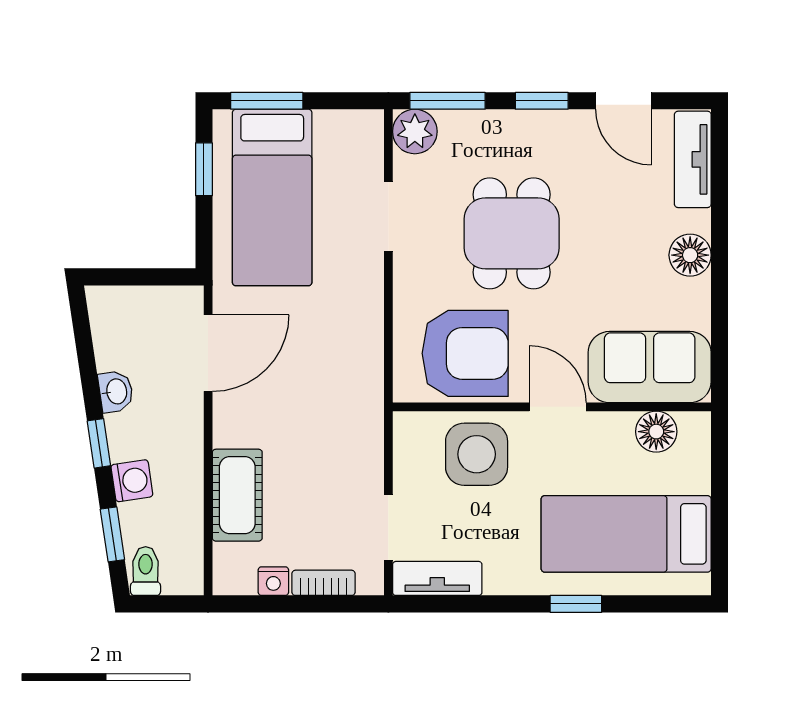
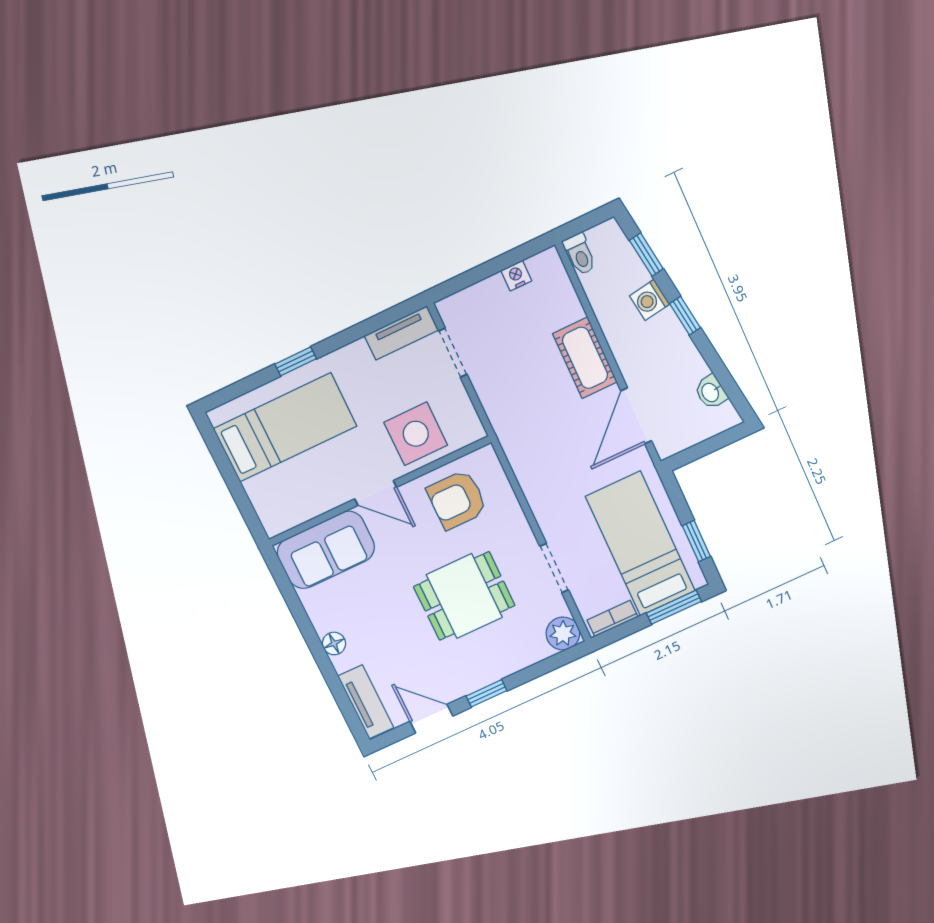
window: (448, 101) -> (550, 664), removed
dining table: (512, 233) -> (464, 596), turned 90
floor lamp: (690, 255) -> (334, 643), width x0.73, depth x0.73
armchair: (465, 353) -> (457, 500), width x0.73, depth x0.73
washbasin: (116, 392) -> (711, 392), moved
floor lamp: (656, 432) -> (299, 508), removed
cot: (237, 495) -> (585, 358), moved
toilet: (146, 571) -> (580, 254), moved
bookcase: (324, 583) -> (612, 618), moved, turned 180

